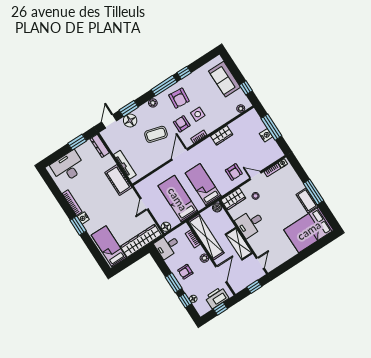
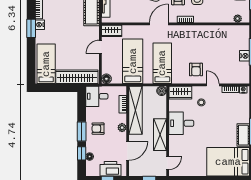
wardrobe: (222, 135) -> (112, 31), moved

